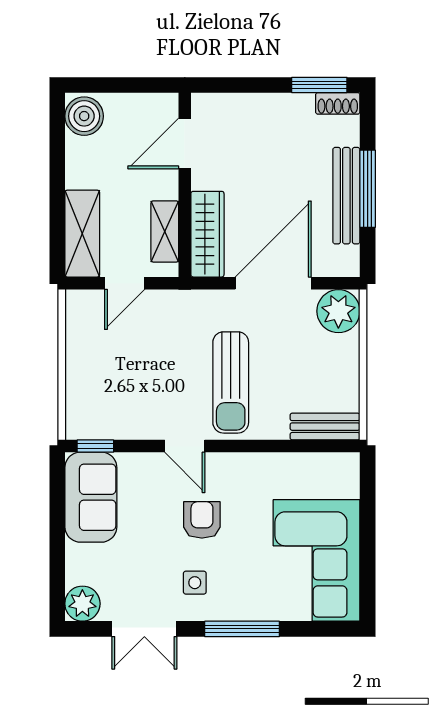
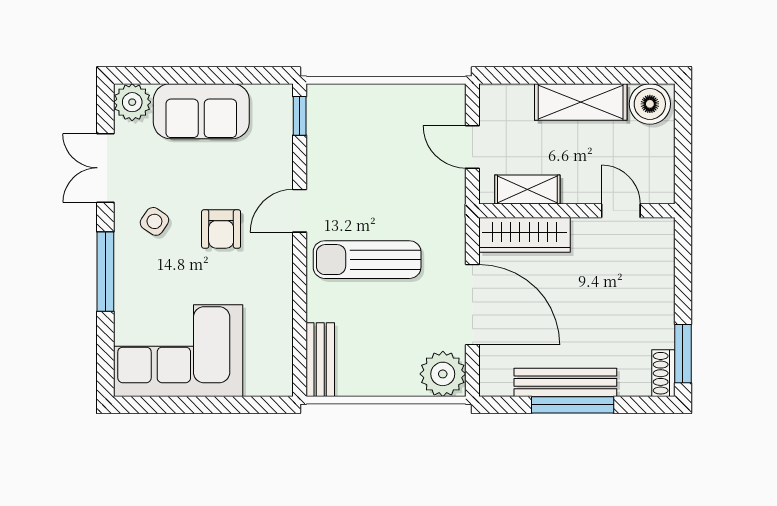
door: (185, 143) -> (621, 211), width x0.73
shelving: (82, 234) -> (581, 102), moved
sofa: (91, 497) -> (201, 111), moved
armchair: (202, 520) -> (221, 229), turned 90
side table: (195, 583) -> (154, 221), turned 34

